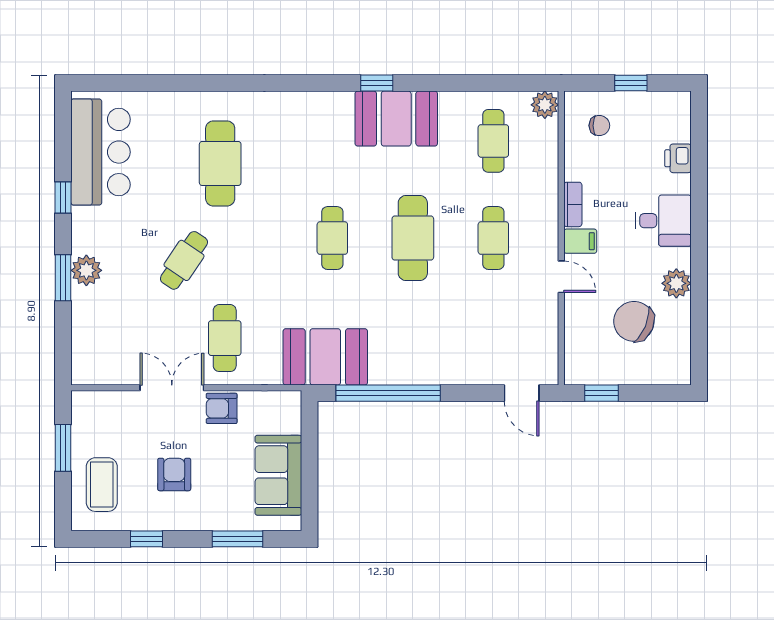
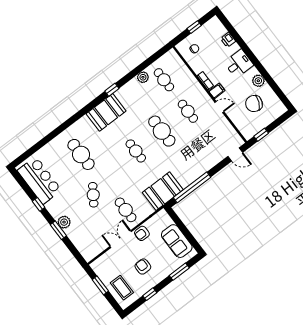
plant: (545, 105) -> (143, 77), moved
booth: (396, 119) -> (106, 112), moved

